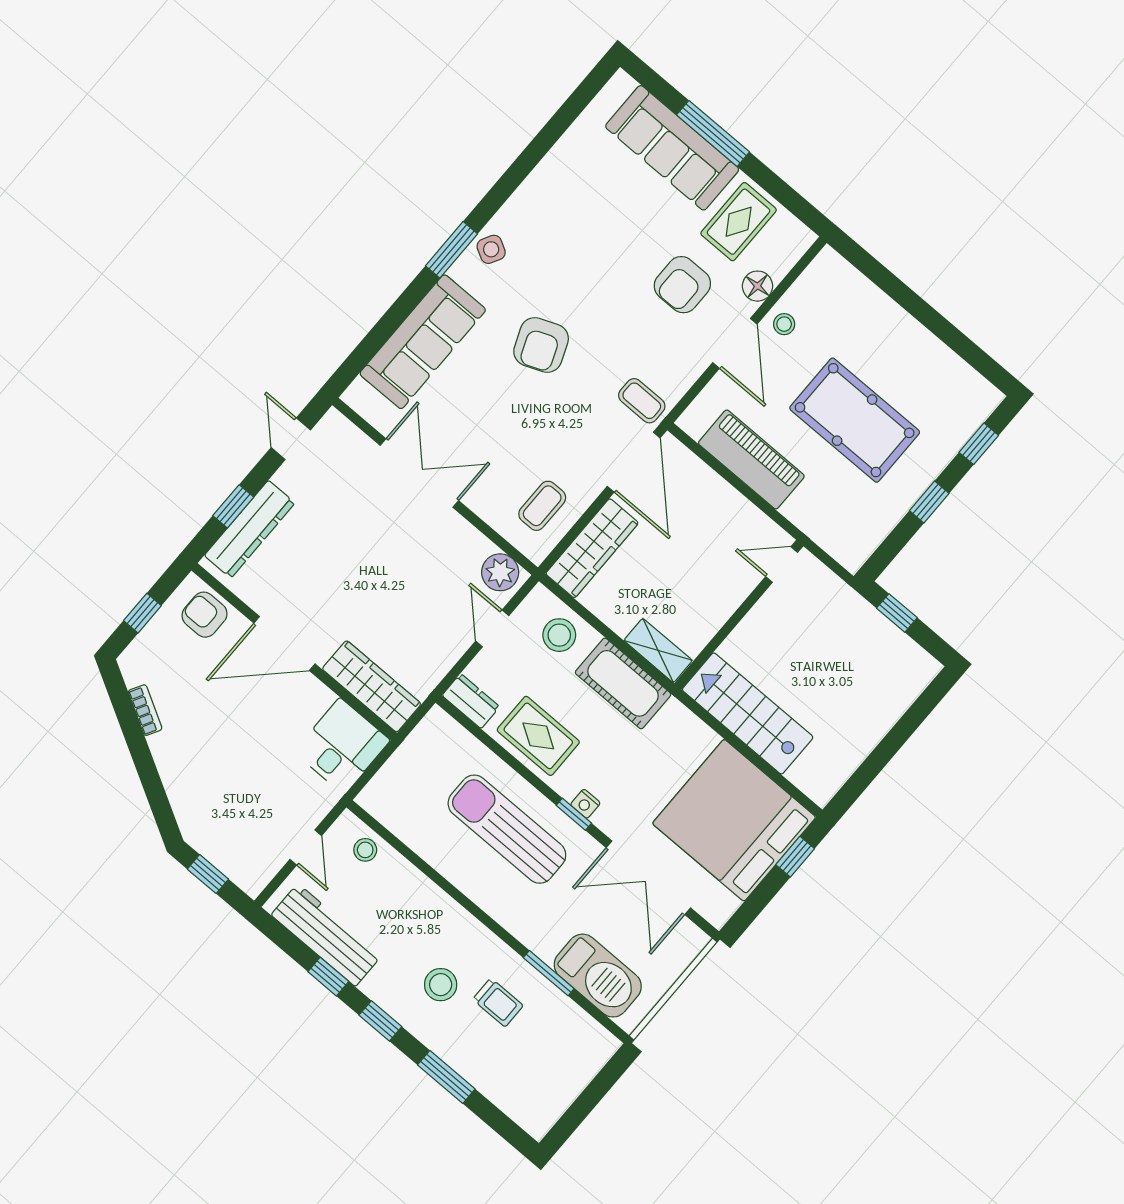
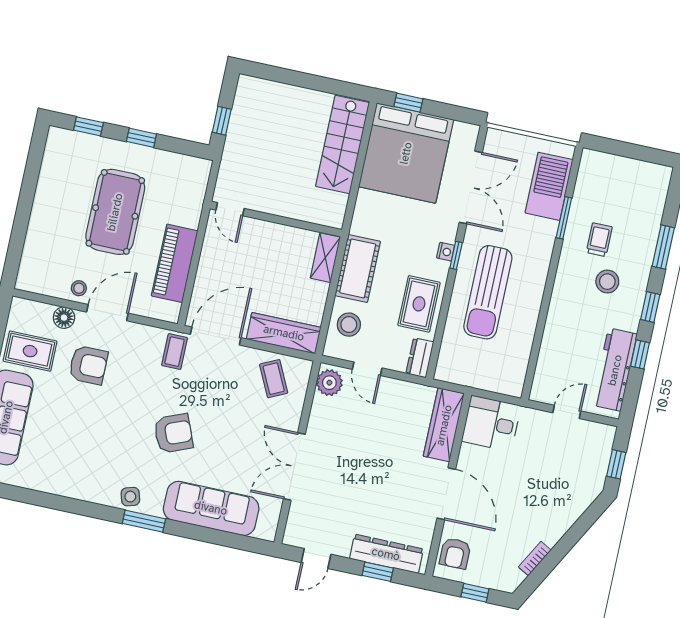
side table: (491, 249) -> (130, 497), turned 45
coffee table: (542, 506) -> (274, 379), turned 64
door: (492, 628) -> (367, 369), hinge flipped
stairs: (748, 713) -> (342, 144), moved
stool: (365, 850) -> (548, 374), removed

